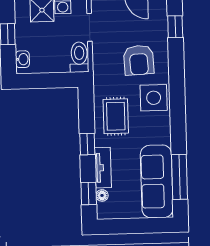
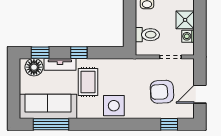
toilet: (79, 57) -> (147, 35), moved
armchair: (139, 60) -> (162, 92), moved
rug: (116, 116) -> (88, 82), moved, turned 90
floor lamp: (102, 195) -> (34, 67), width x1.89, depth x1.89

